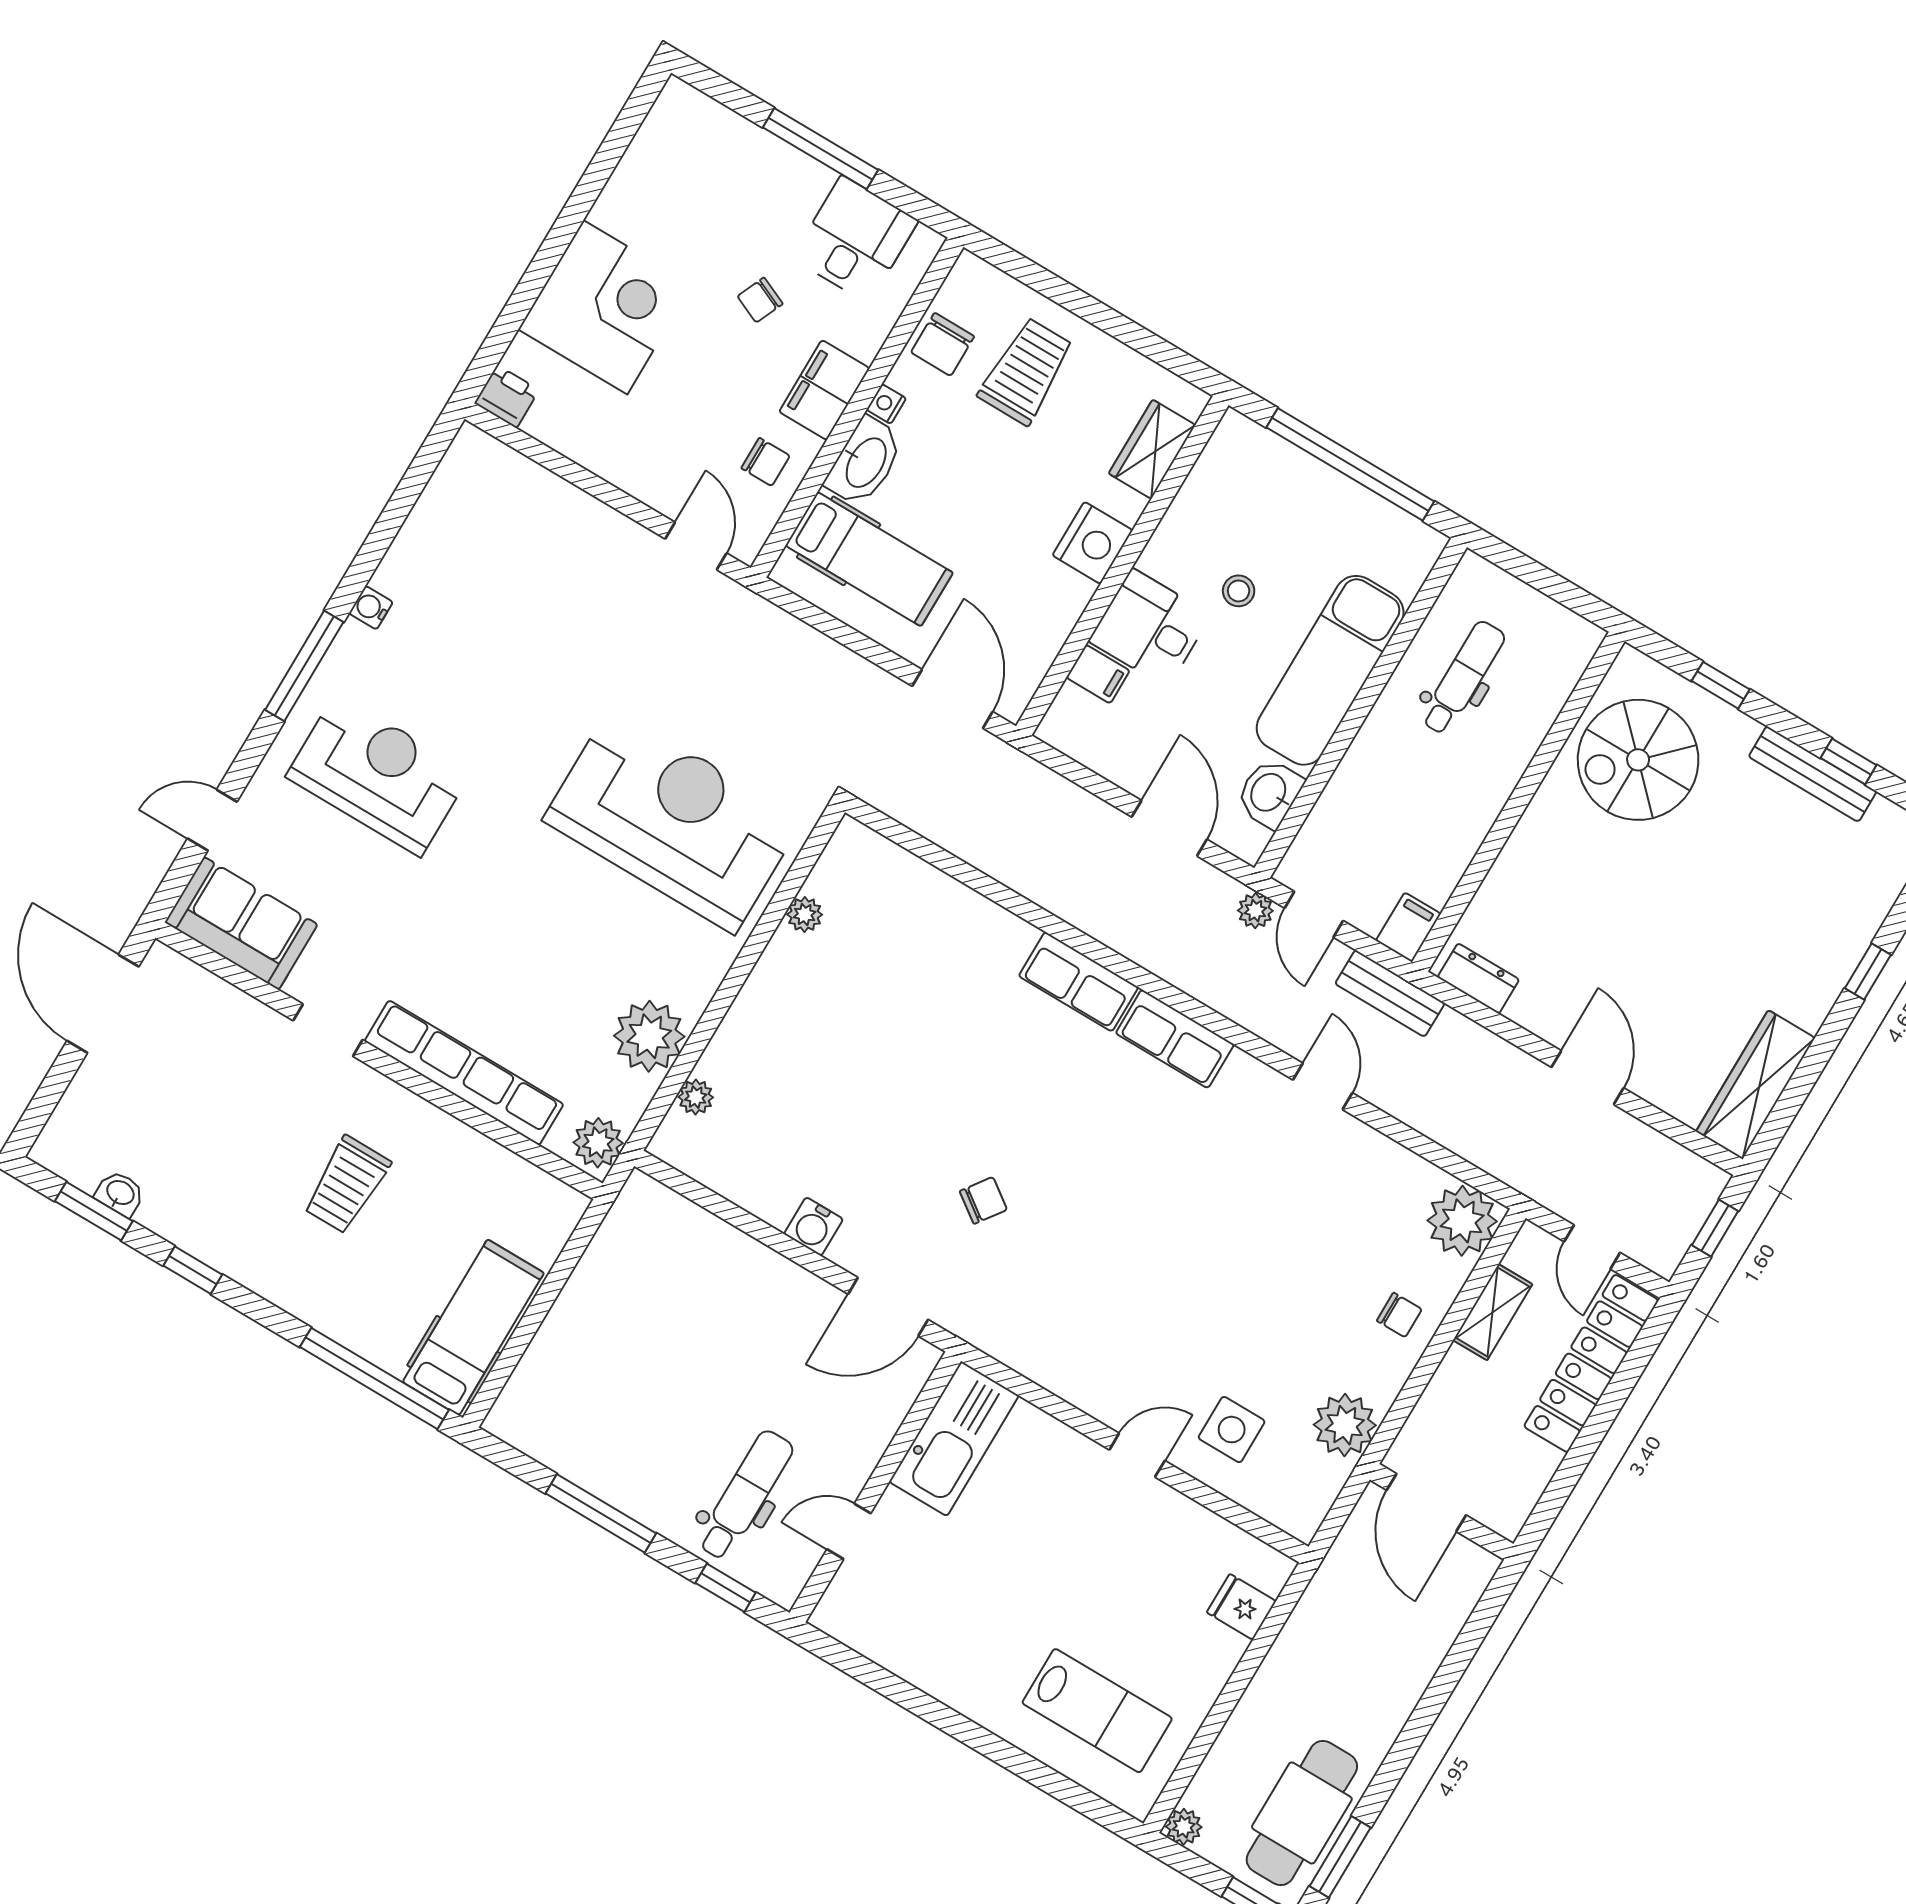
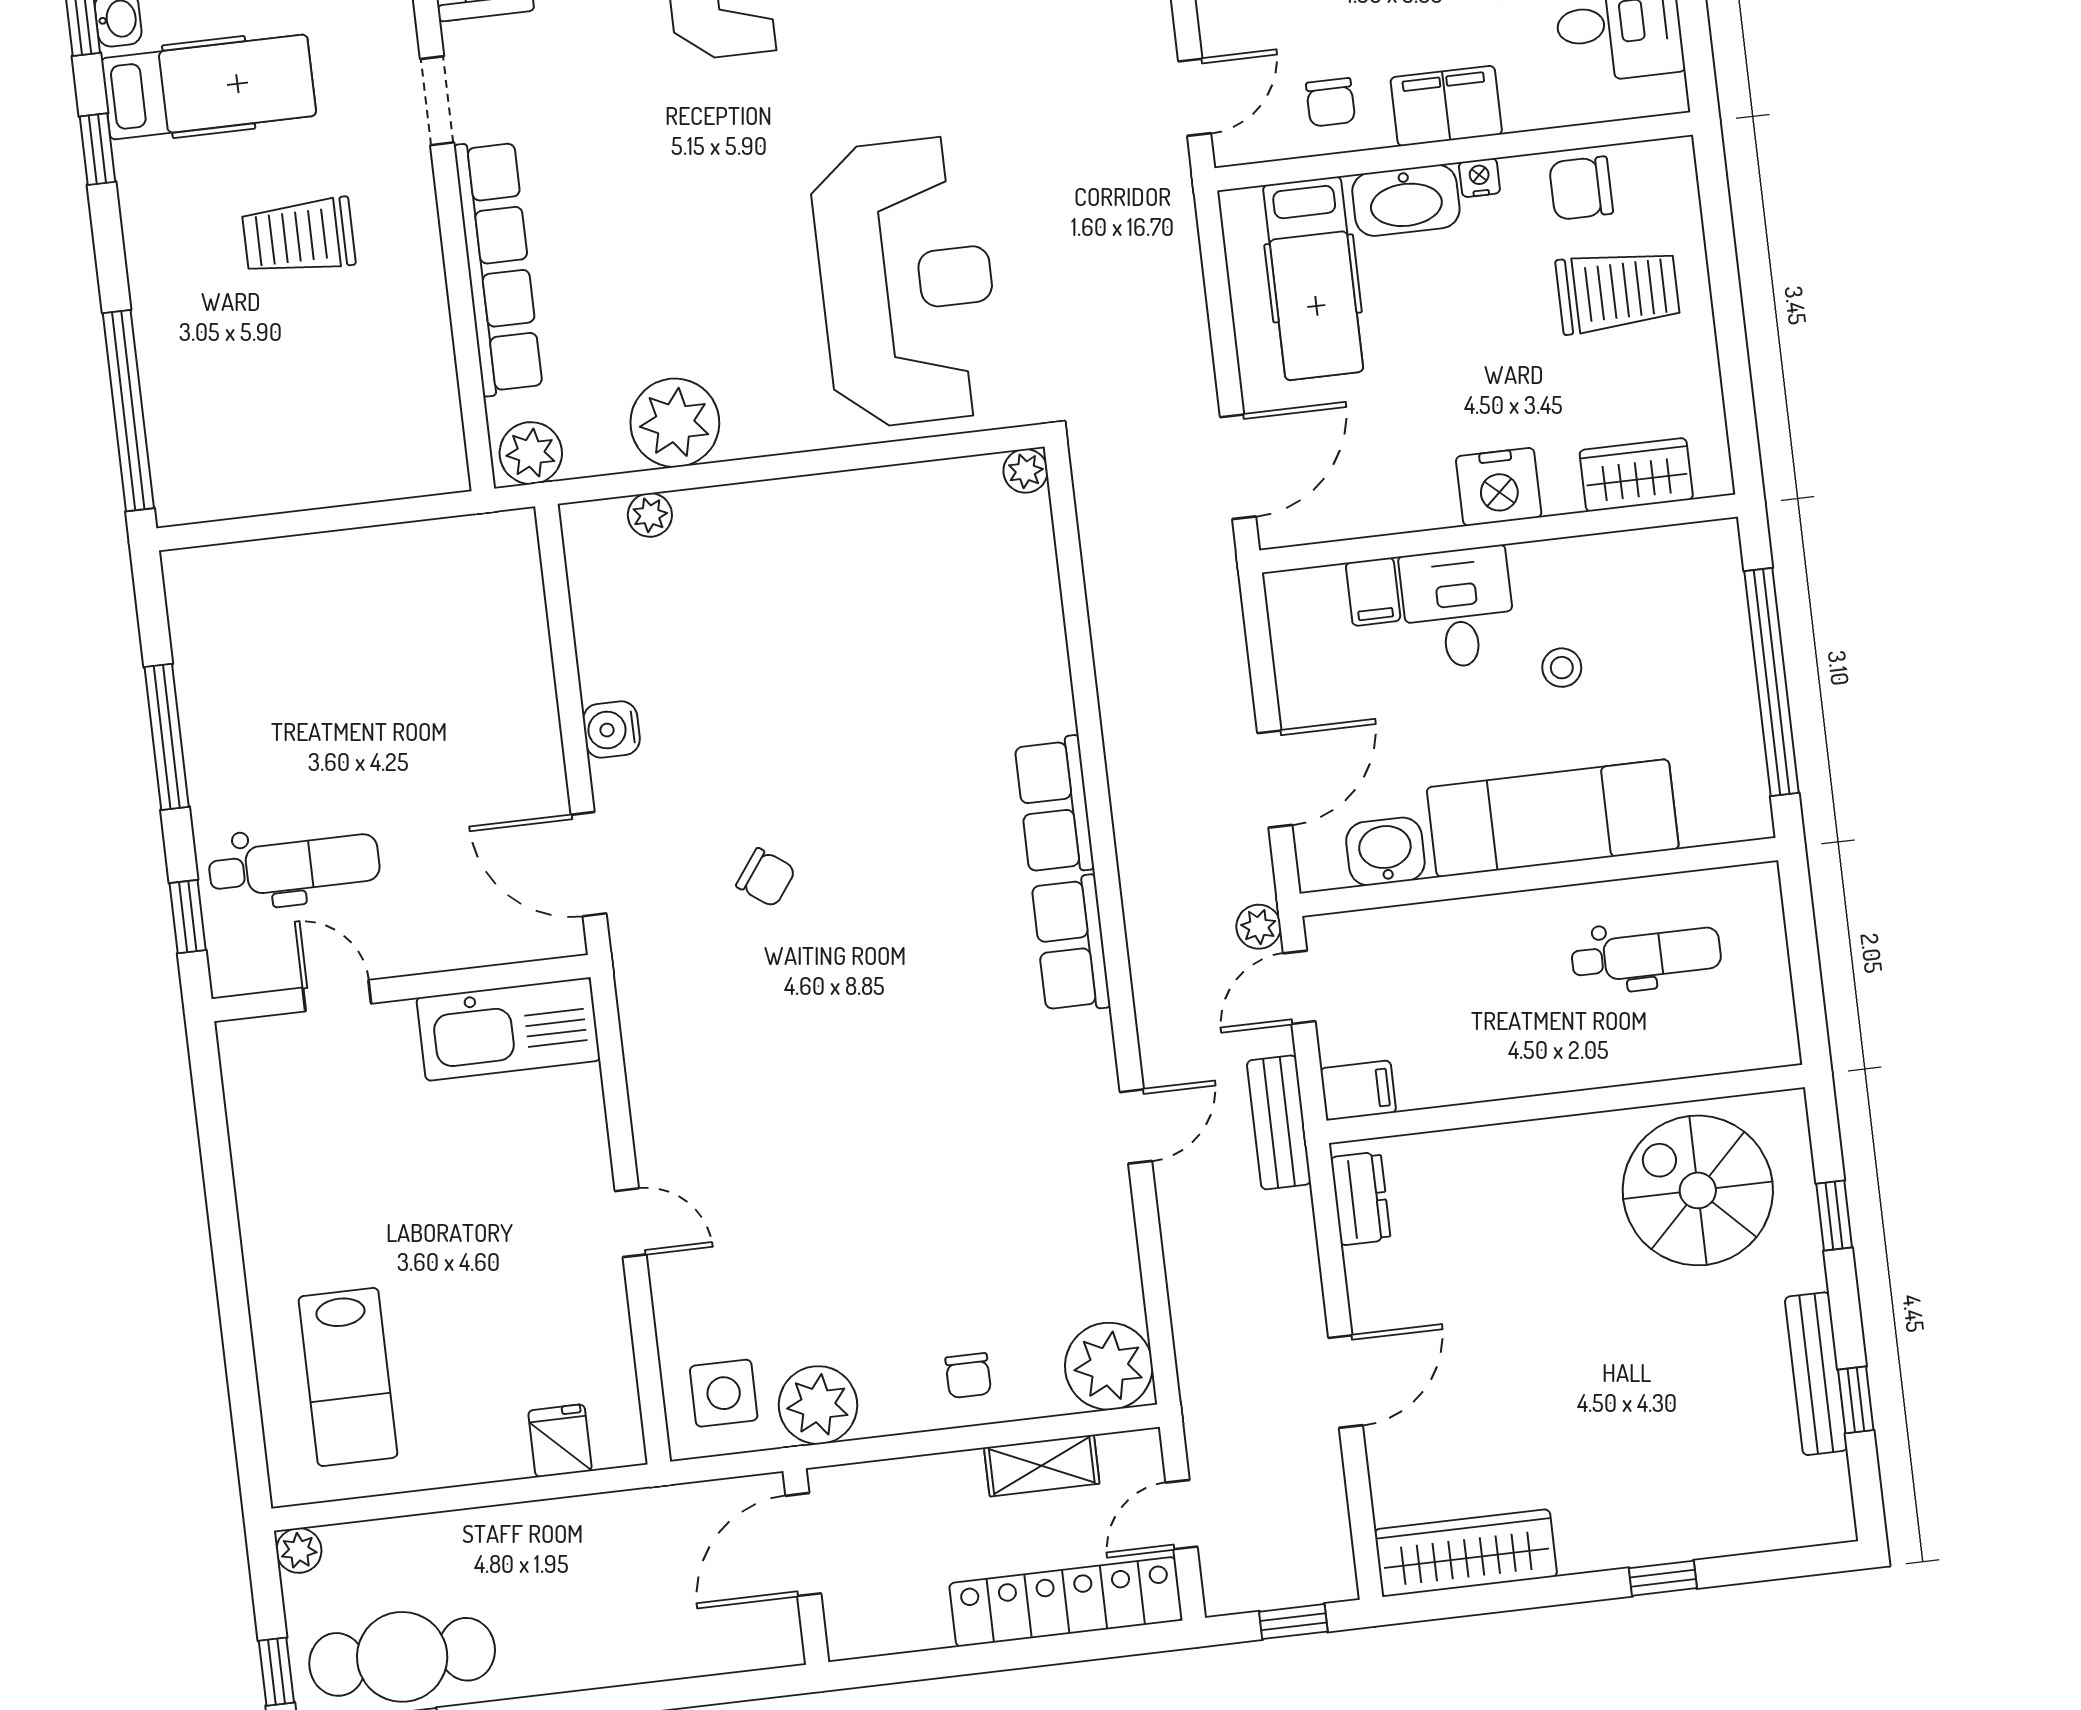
plant: (805, 914) -> (1026, 471), moved
hospital bed: (473, 1327) -> (209, 87), moved
side table: (1232, 1430) -> (724, 1393), moved

